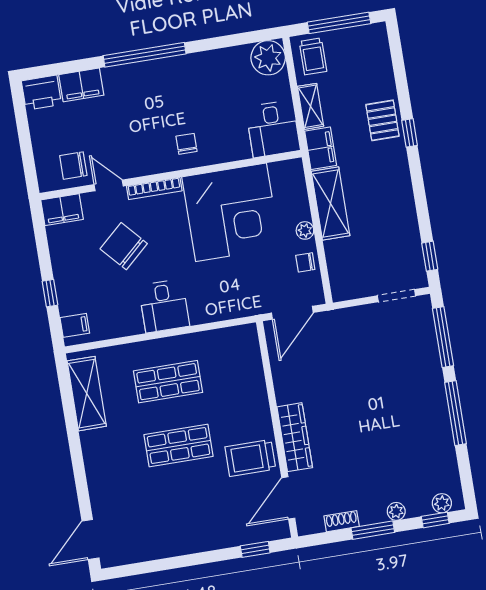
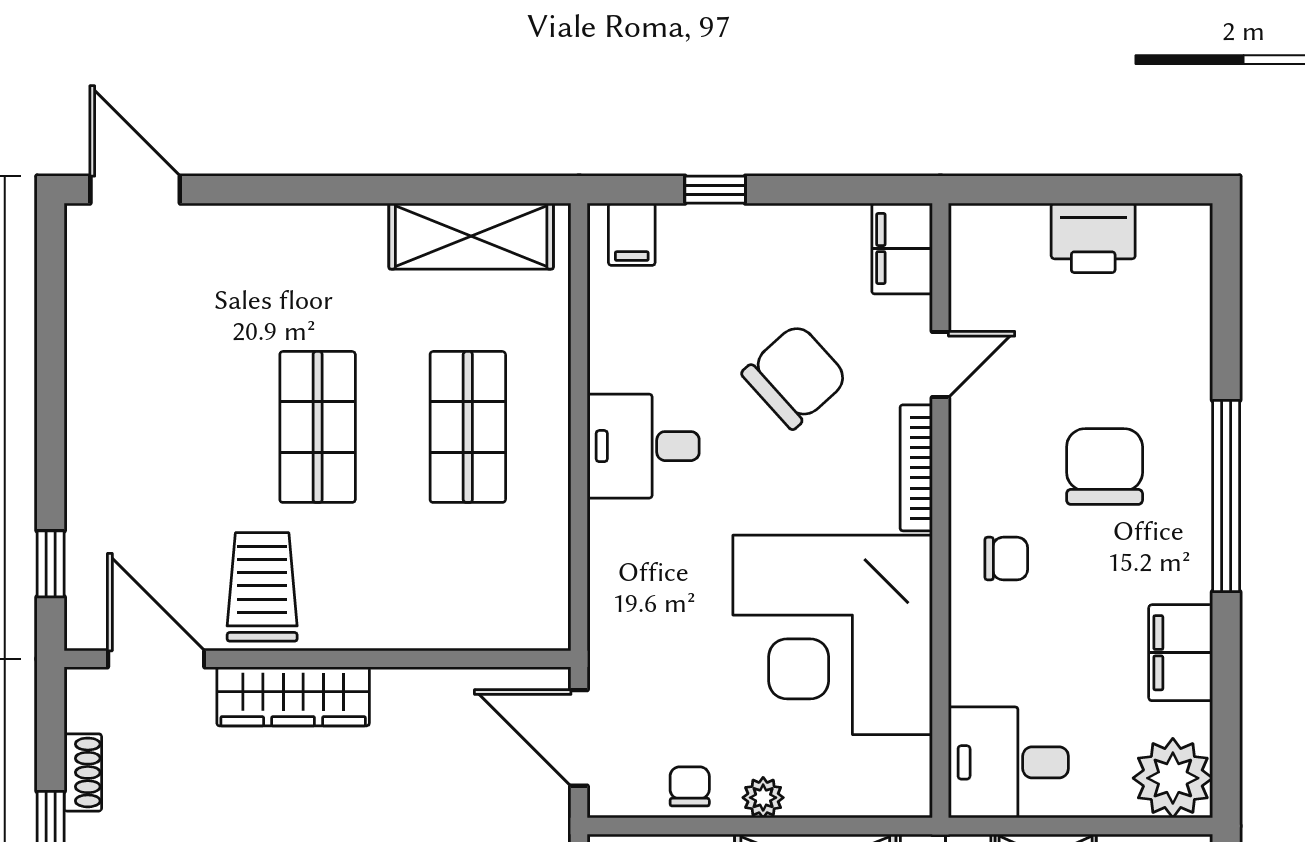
filing cabinet: (81, 85) -> (1181, 653), moved
printer: (41, 93) -> (1093, 238), moved, turned -90
chair: (73, 166) -> (1105, 467), moved, width x1.37, depth x1.37

